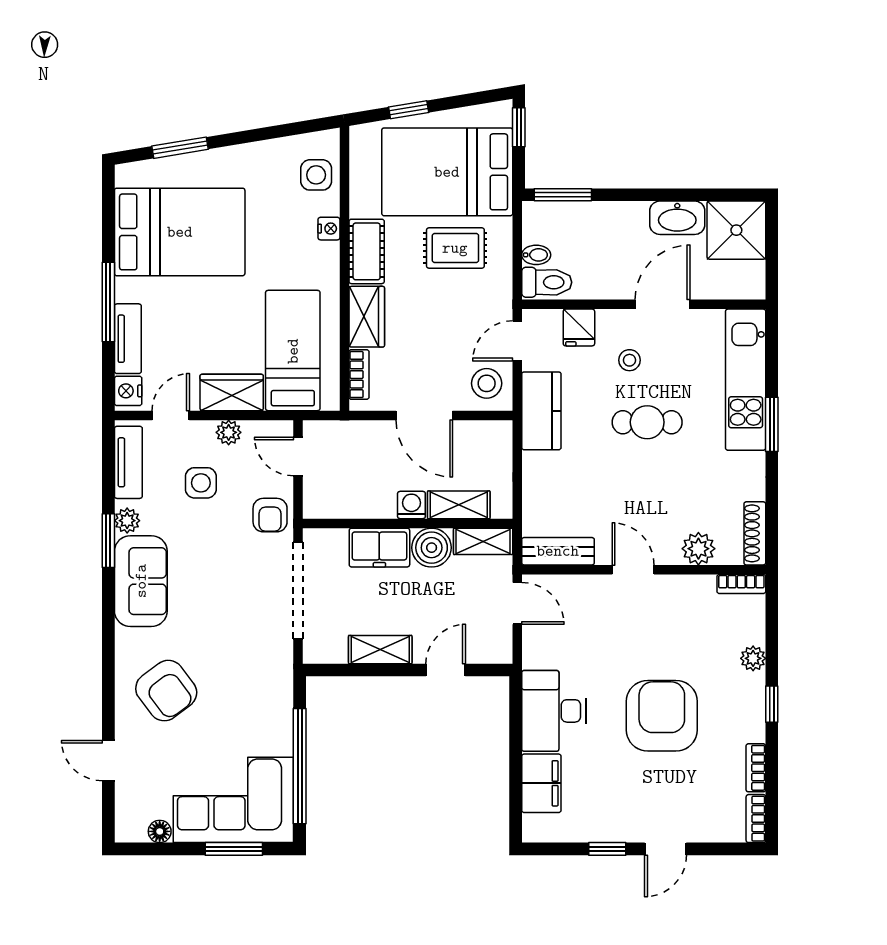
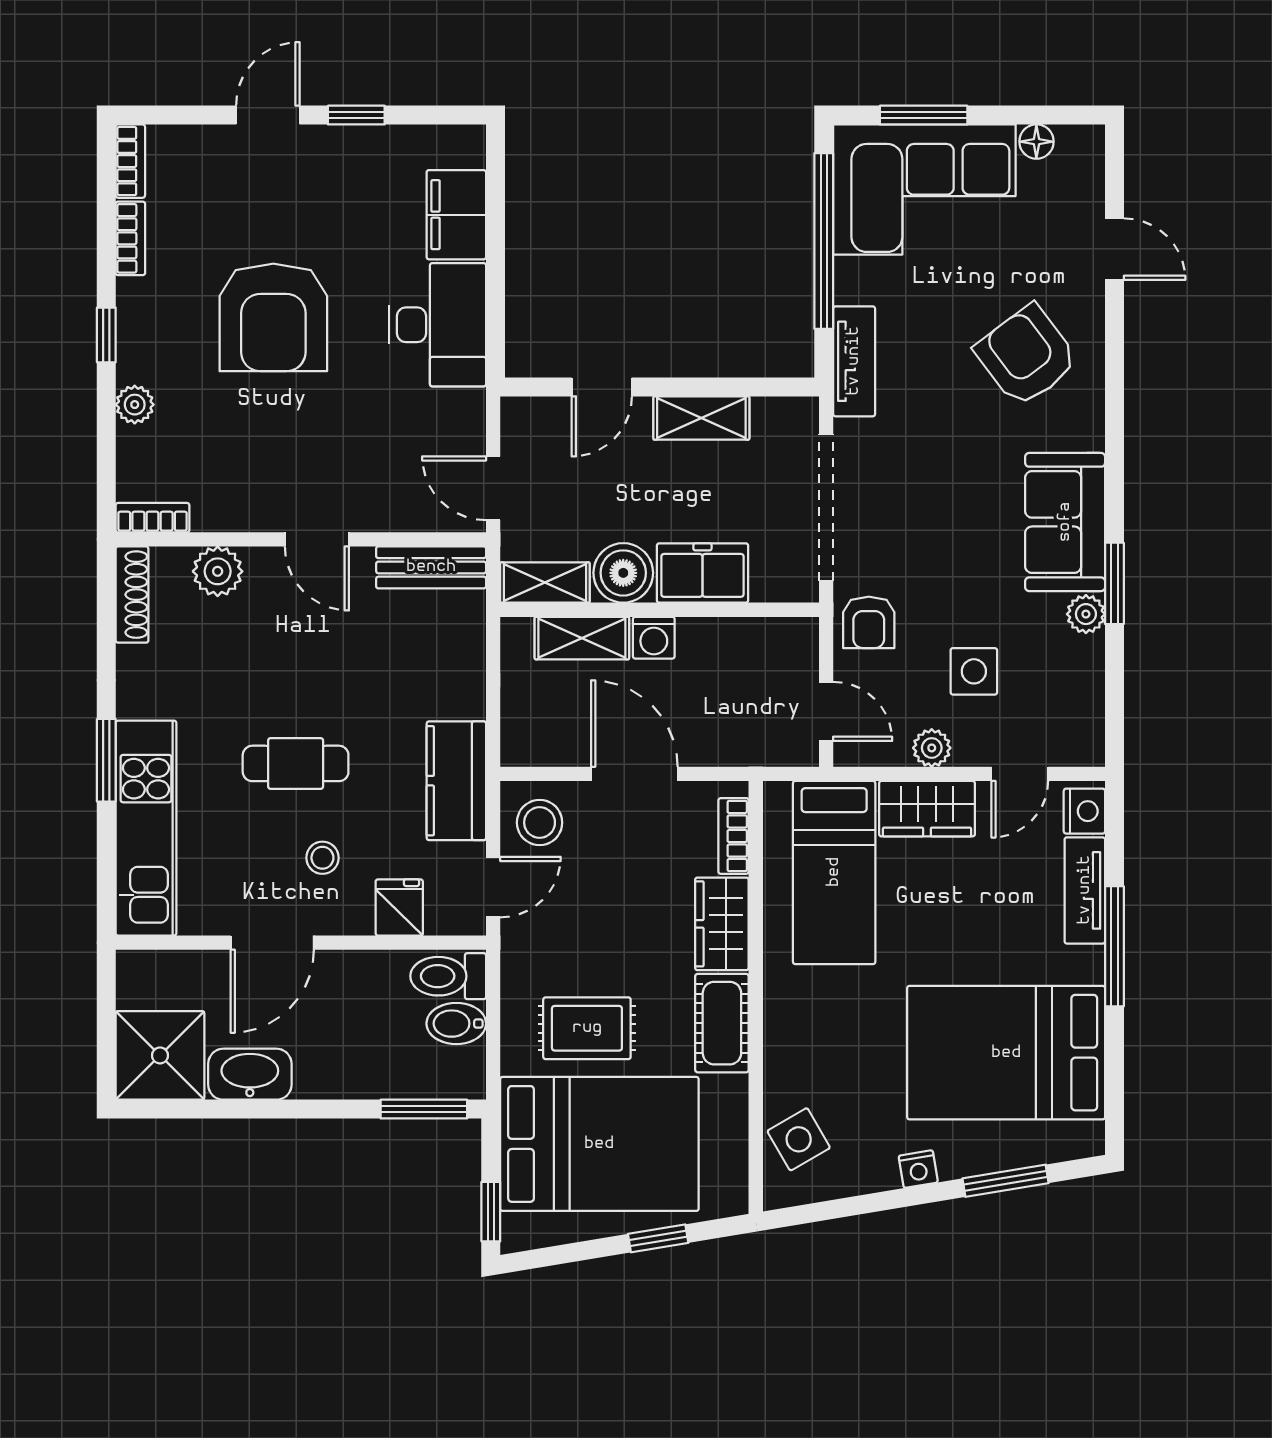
side table: (316, 175) -> (799, 1139), turned -30
nightstand: (329, 229) -> (918, 1169), moved, turned -99
bidet: (536, 255) -> (456, 1024), width x1.38, depth x1.36
tv unit: (128, 462) -> (854, 361), moved, turned 180
armchair: (270, 515) -> (869, 622), turned 180

